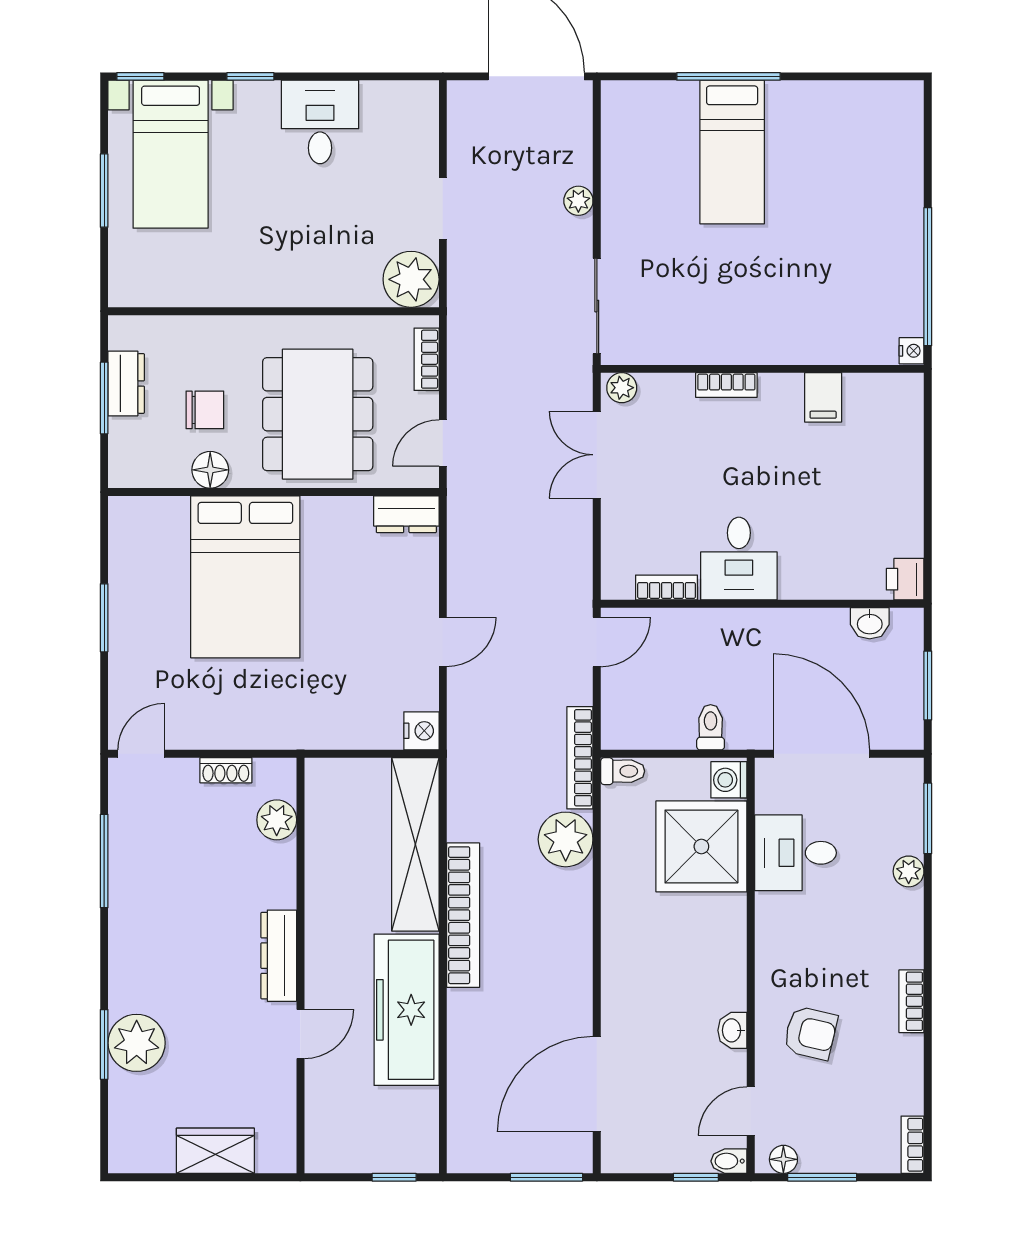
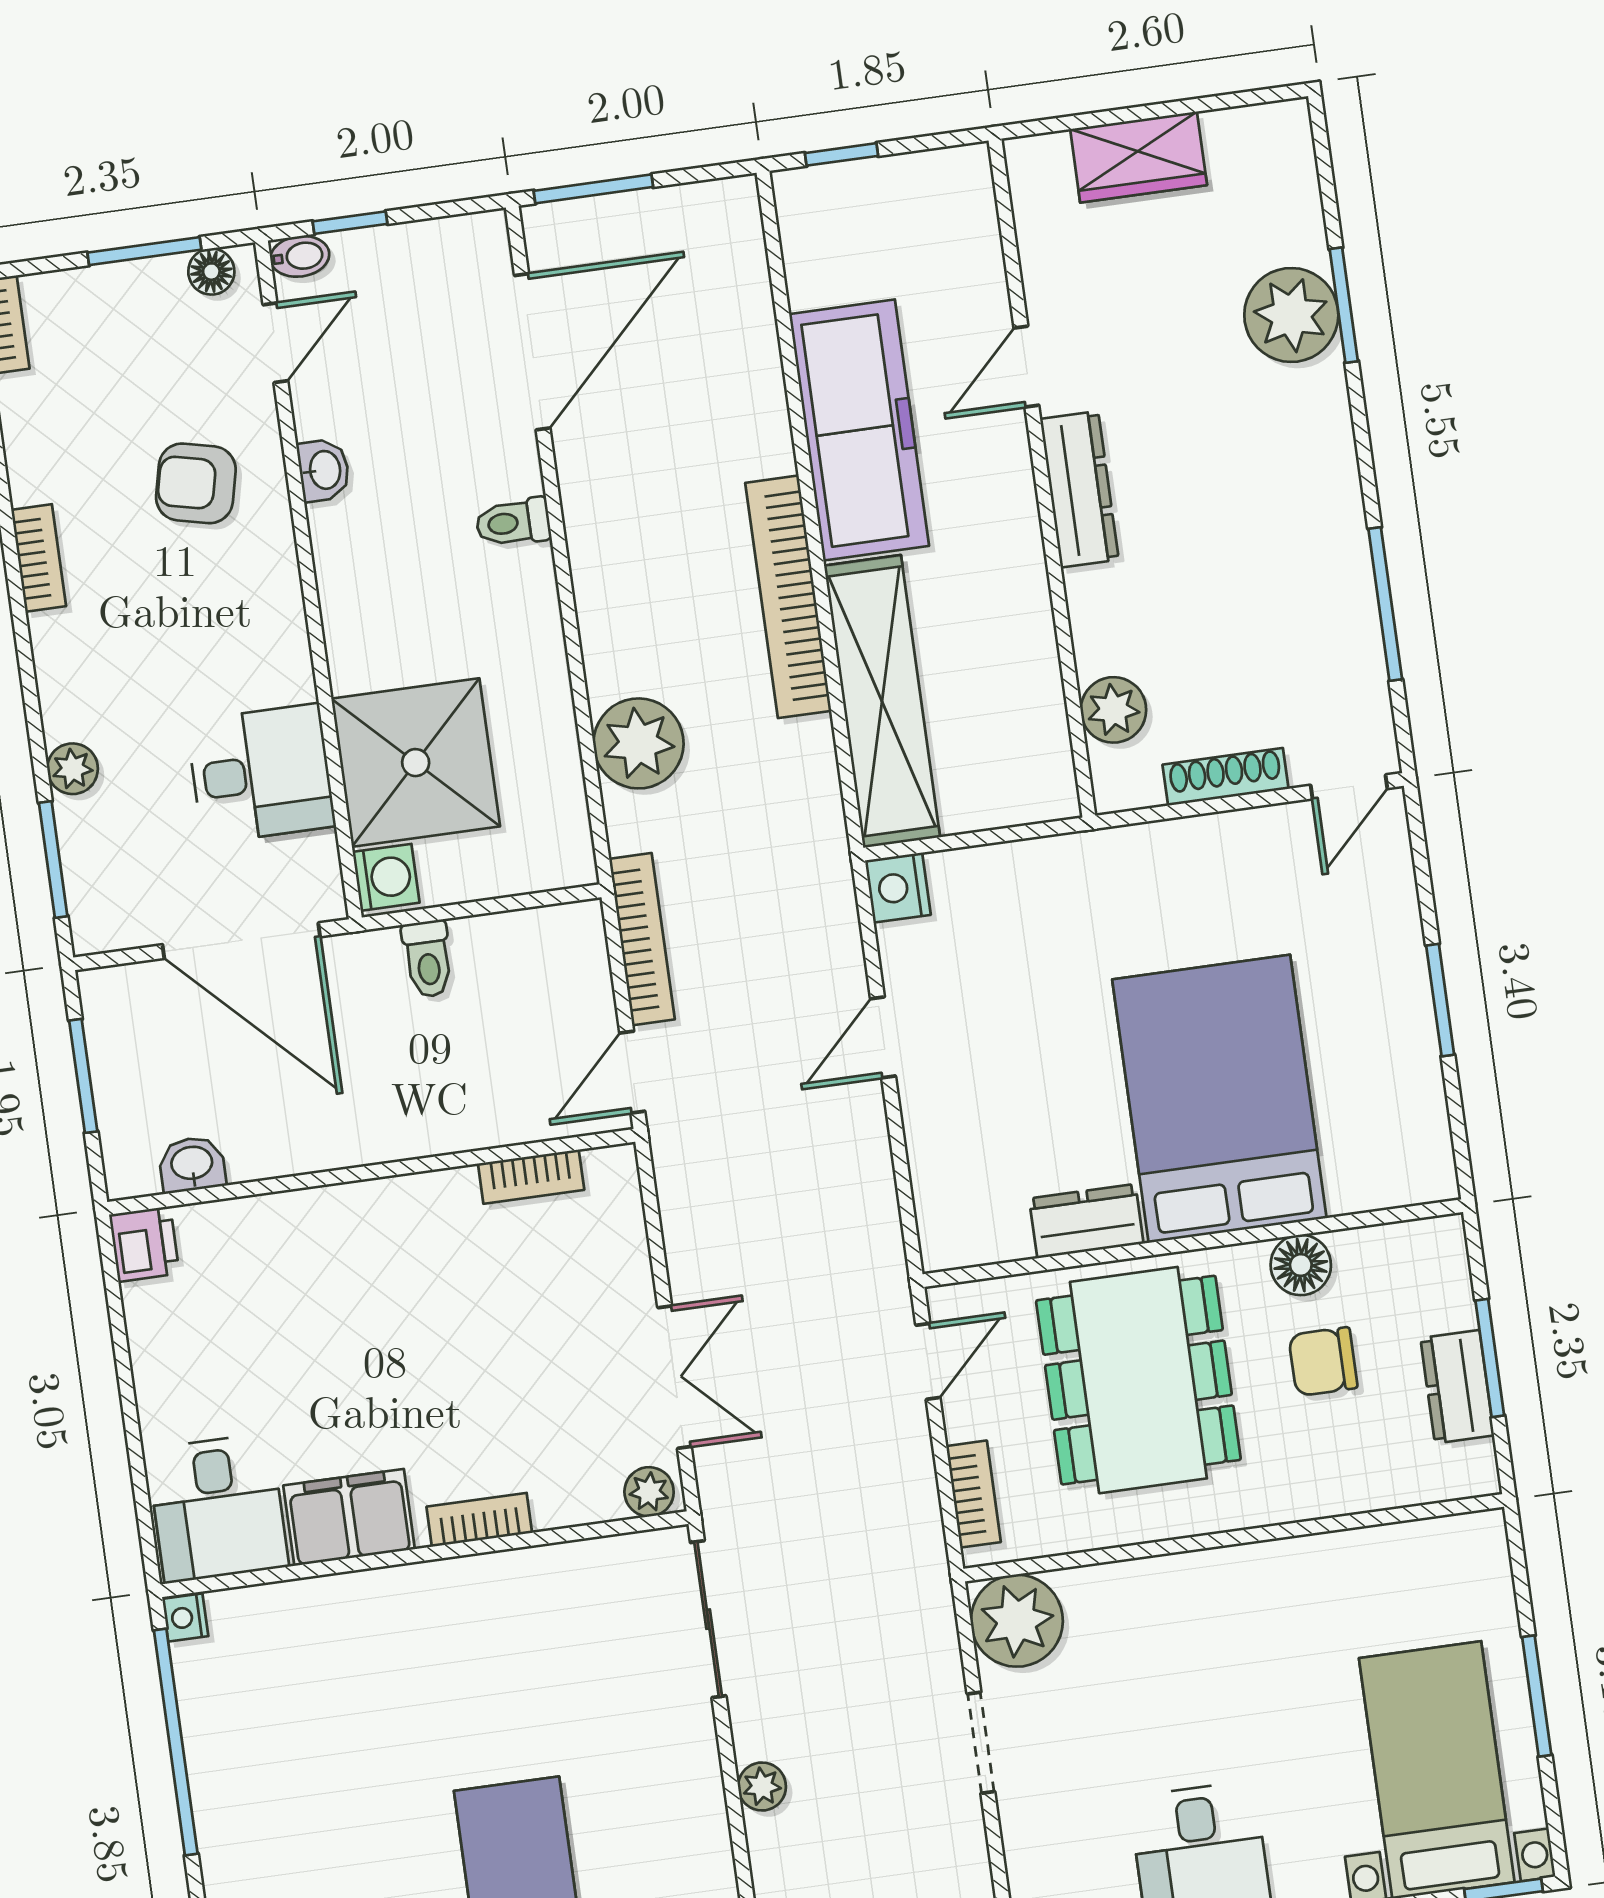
filing cabinet: (823, 397) -> (349, 1517), width x2.00
dresser: (406, 514) -> (1086, 1221), moved
desk: (739, 559) -> (218, 1508), moved, turned 180
bookcase: (580, 758) -> (642, 939), moved
shoe rack: (226, 770) -> (1226, 777), width x1.43
toilet: (623, 771) -> (513, 522), moved

